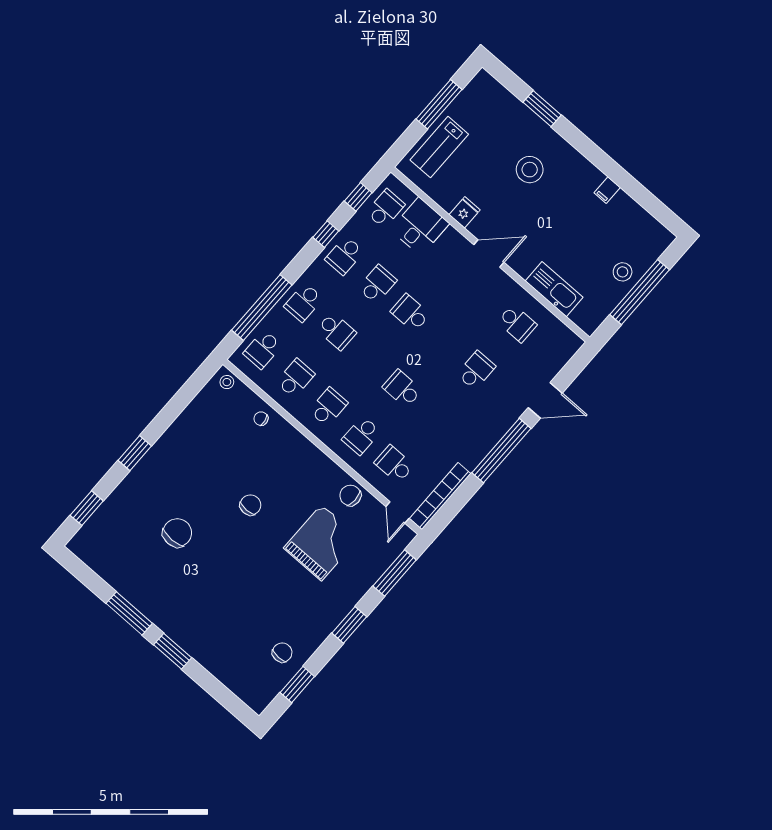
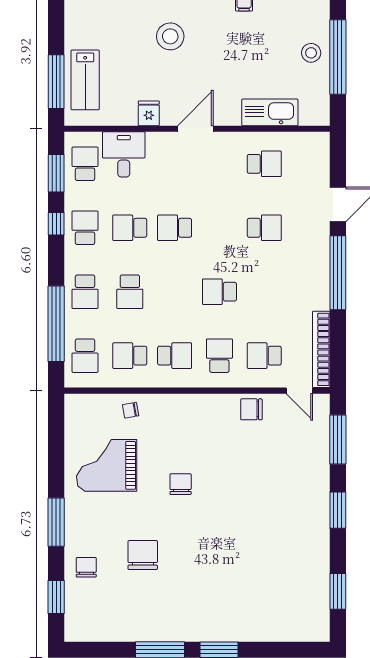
window: (439, 104) -> (56, 82), moved
window: (358, 197) -> (56, 173), width x1.50
school desk: (344, 256) -> (85, 228), turned 180
school desk: (377, 284) -> (130, 228), turned -90
school desk: (336, 331) -> (130, 292), turned 90
school desk: (476, 370) -> (264, 228), turned 90
school desk: (295, 378) -> (130, 356), turned -90
stool: (227, 382) -> (79, 405), removed
school desk: (328, 407) -> (175, 356), turned 90
school desk: (361, 436) -> (219, 356), turned 180
window: (135, 453) -> (56, 522), width x1.44
grand piano: (322, 543) -> (107, 465), moved, turned -90
chair: (282, 653) -> (86, 567), moved

